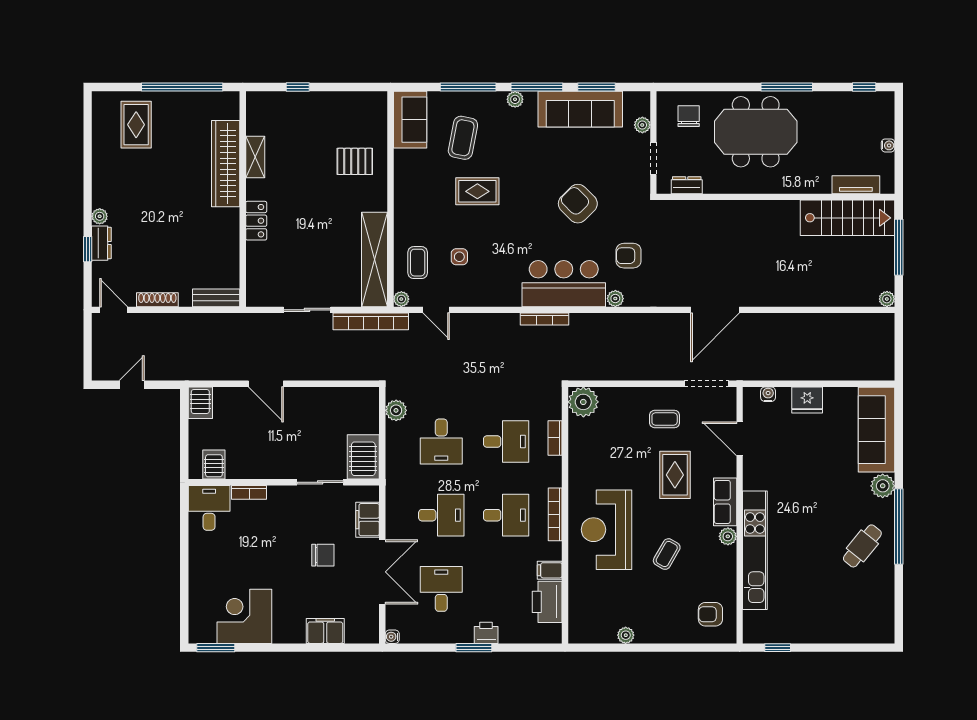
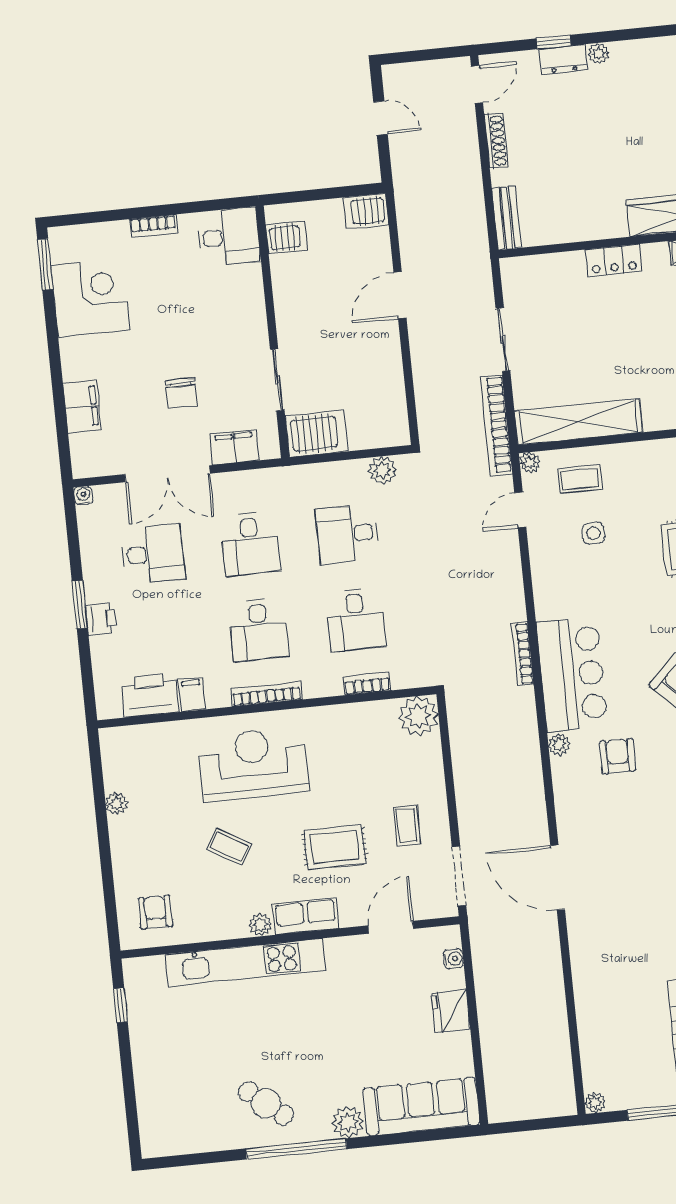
bookcase: (249, 492) -> (153, 226), moved, turned -90

